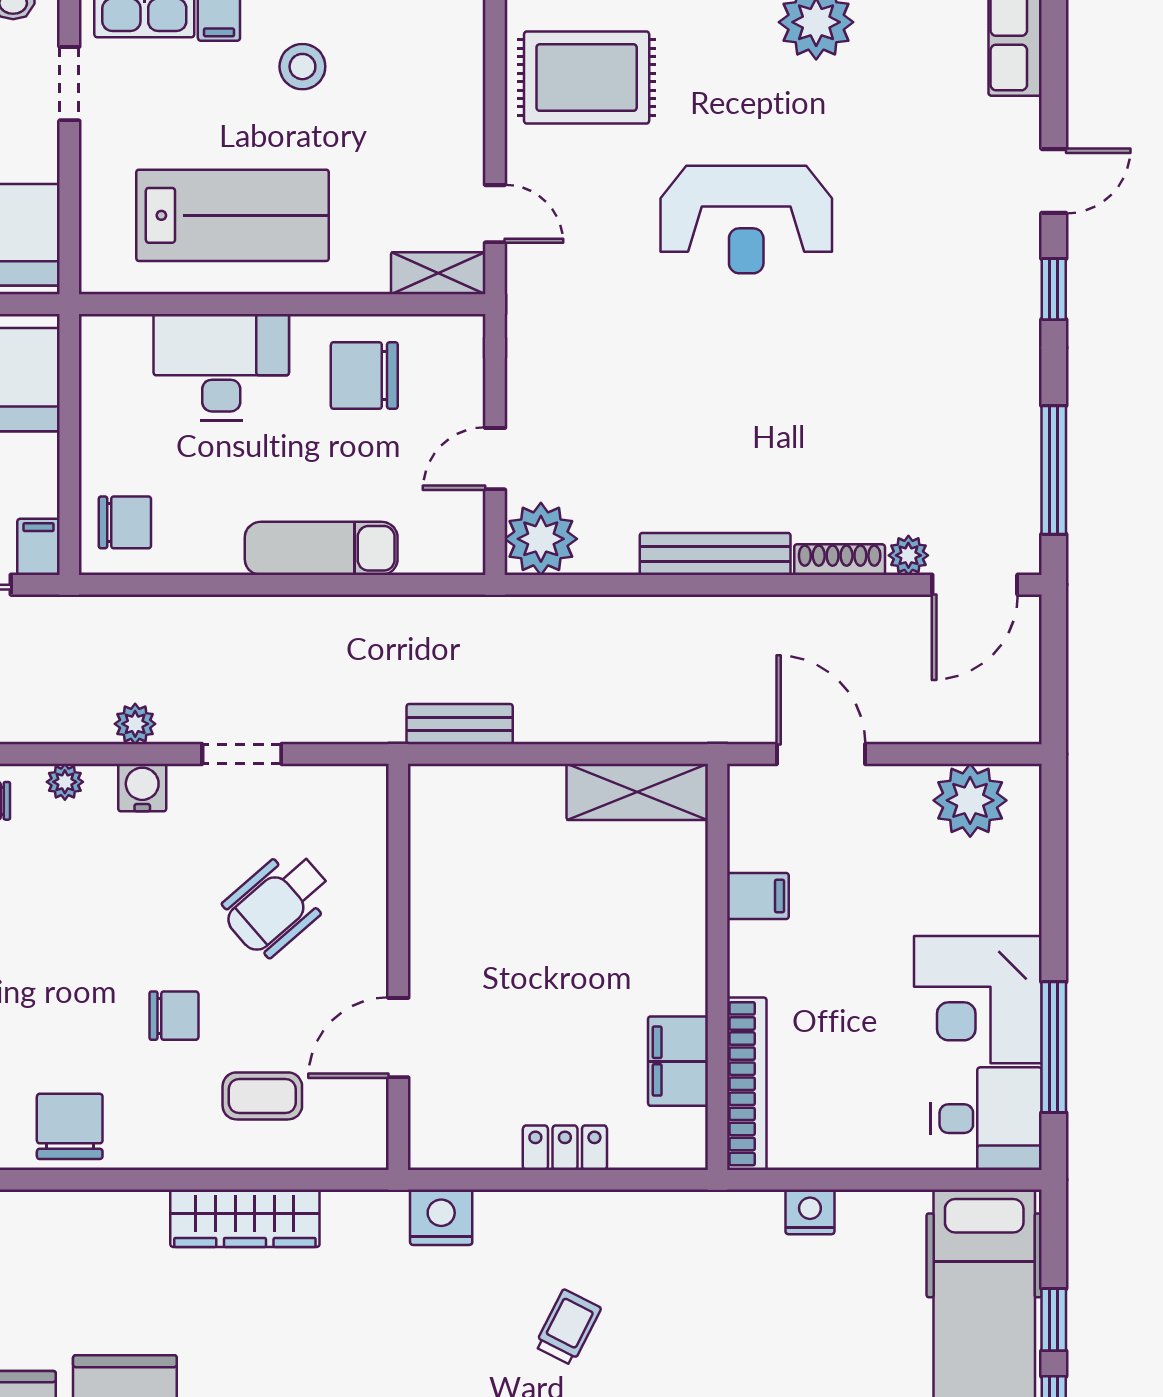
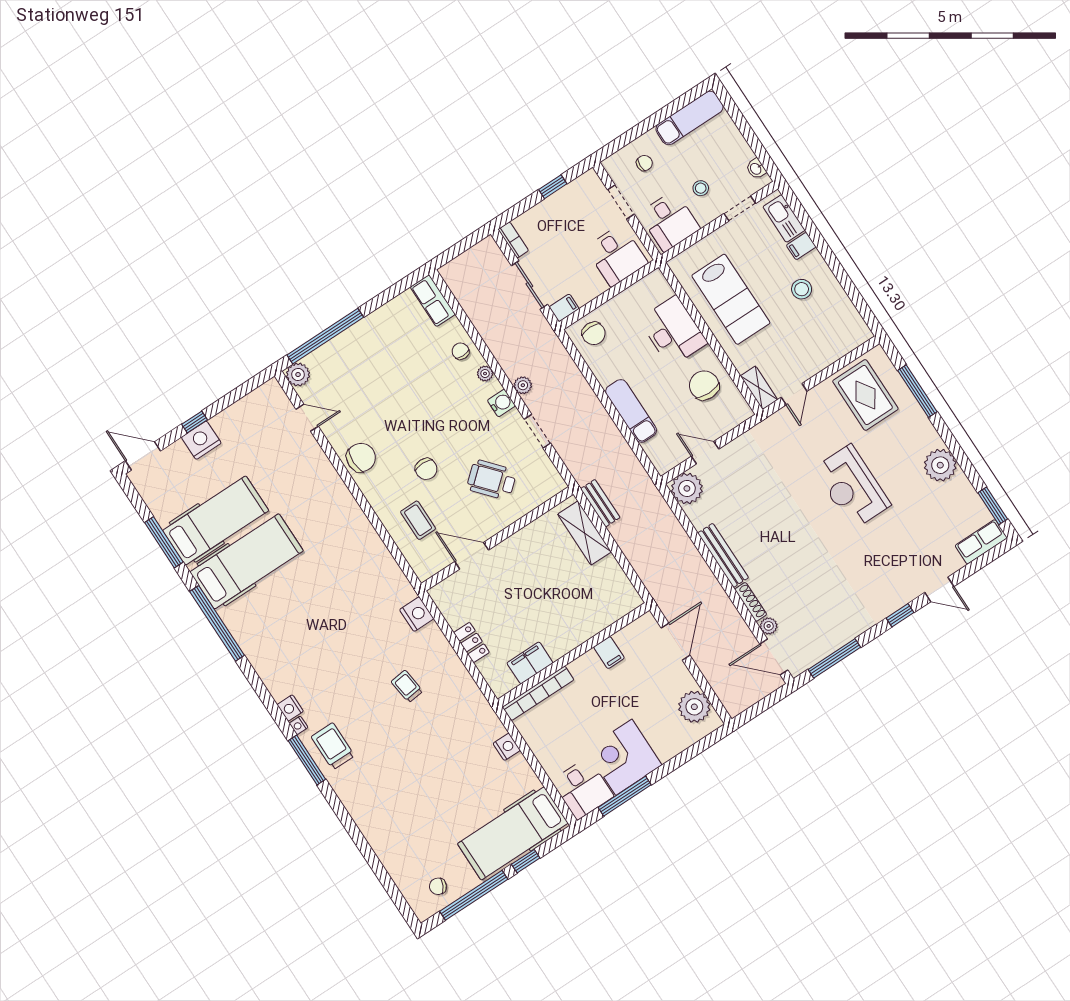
shelving: (637, 792) -> (585, 533), moved
wardrobe: (245, 1218) -> (369, 543), removed
trolley: (568, 1327) -> (407, 686), turned -124

